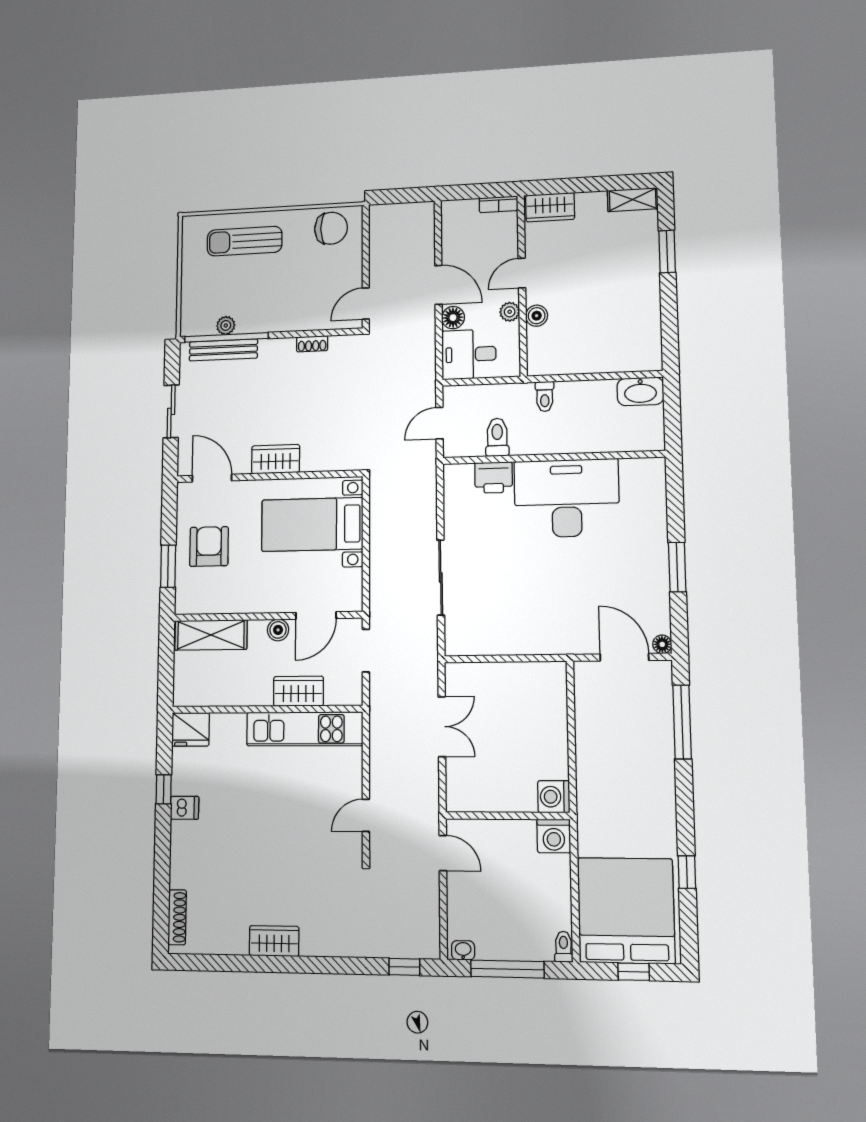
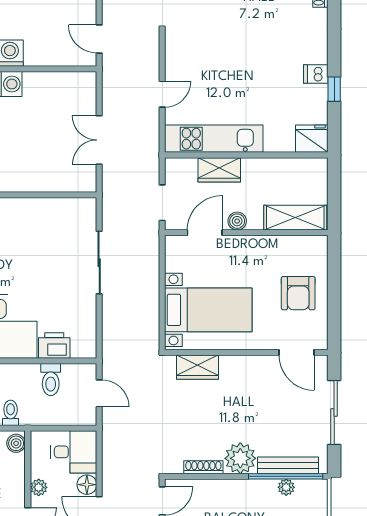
boiler: (537, 316) -> (16, 443), moved
shoe rack: (312, 344) -> (203, 467), width x1.43
plant: (277, 356) -> (240, 458), added
sliding door: (171, 411) -> (334, 413), width x1.37
door: (440, 423) -> (99, 393), hinge flipped
wardrobe: (276, 459) -> (197, 367), moved
window: (168, 566) -> (334, 277), removed
door: (366, 815) -> (162, 94), moved

